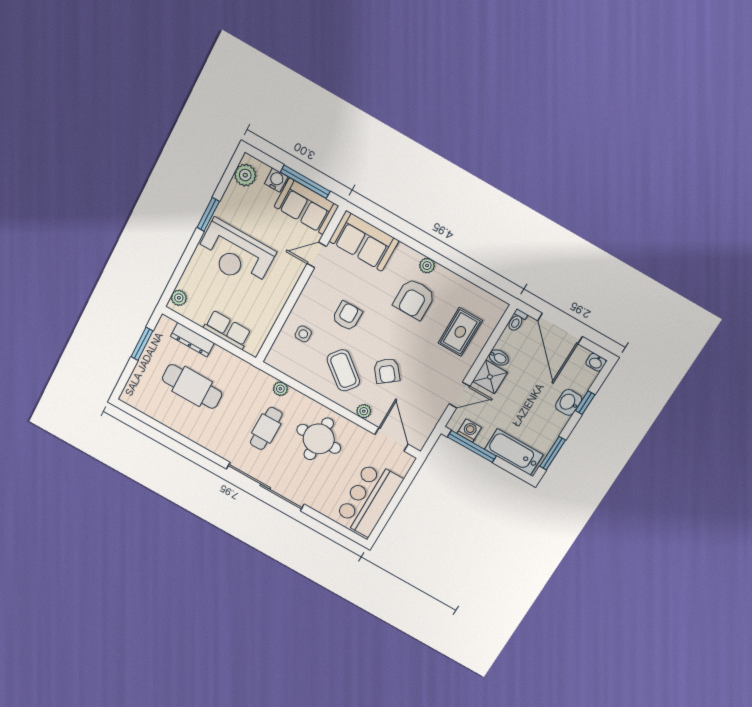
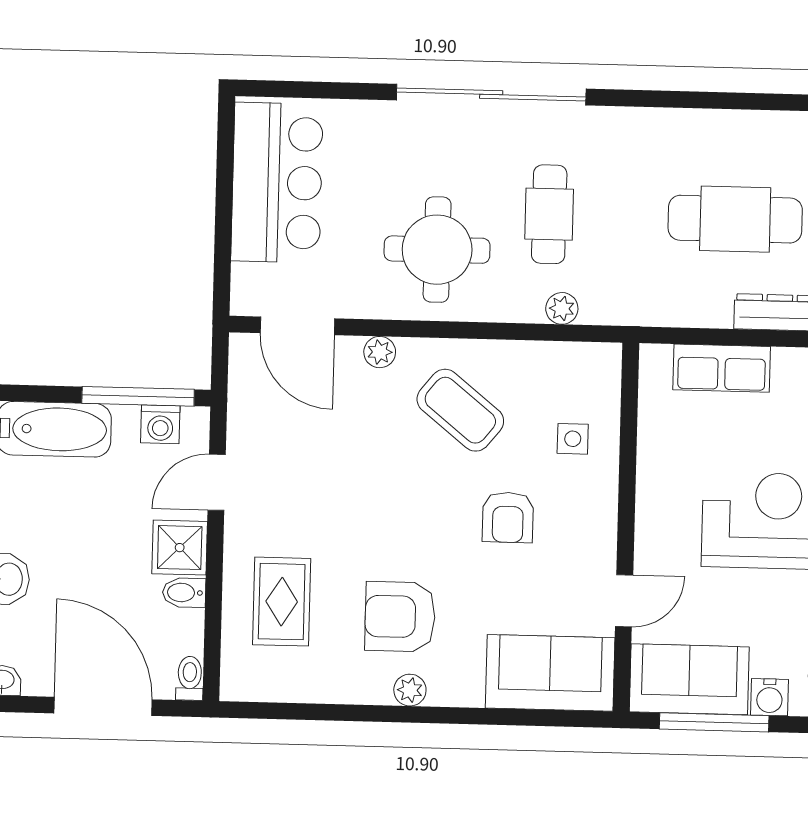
armchair: (414, 299) -> (400, 617), turned -90
armchair: (387, 371) -> (378, 454), removed

